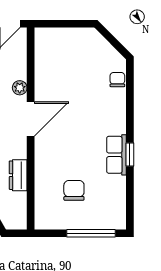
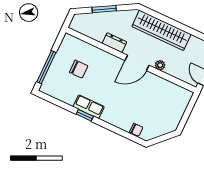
door: (31, 119) -> (137, 63), hinge flipped
dresser: (18, 175) -> (114, 43), moved

